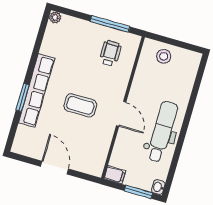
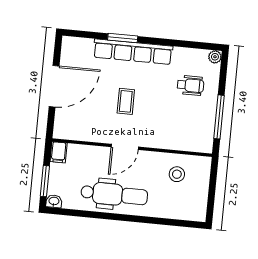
wheelchair: (110, 53) -> (190, 85), moved
stool: (164, 56) -> (177, 174), moved
coffee table: (80, 105) -> (126, 101), width x0.73, depth x0.77
door: (54, 168) -> (54, 86), width x1.36

